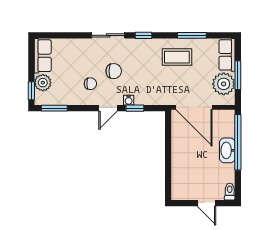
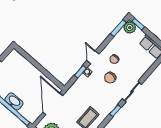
plant: (43, 83) -> (130, 27), moved
door: (194, 107) -> (53, 104), hinge flipped

